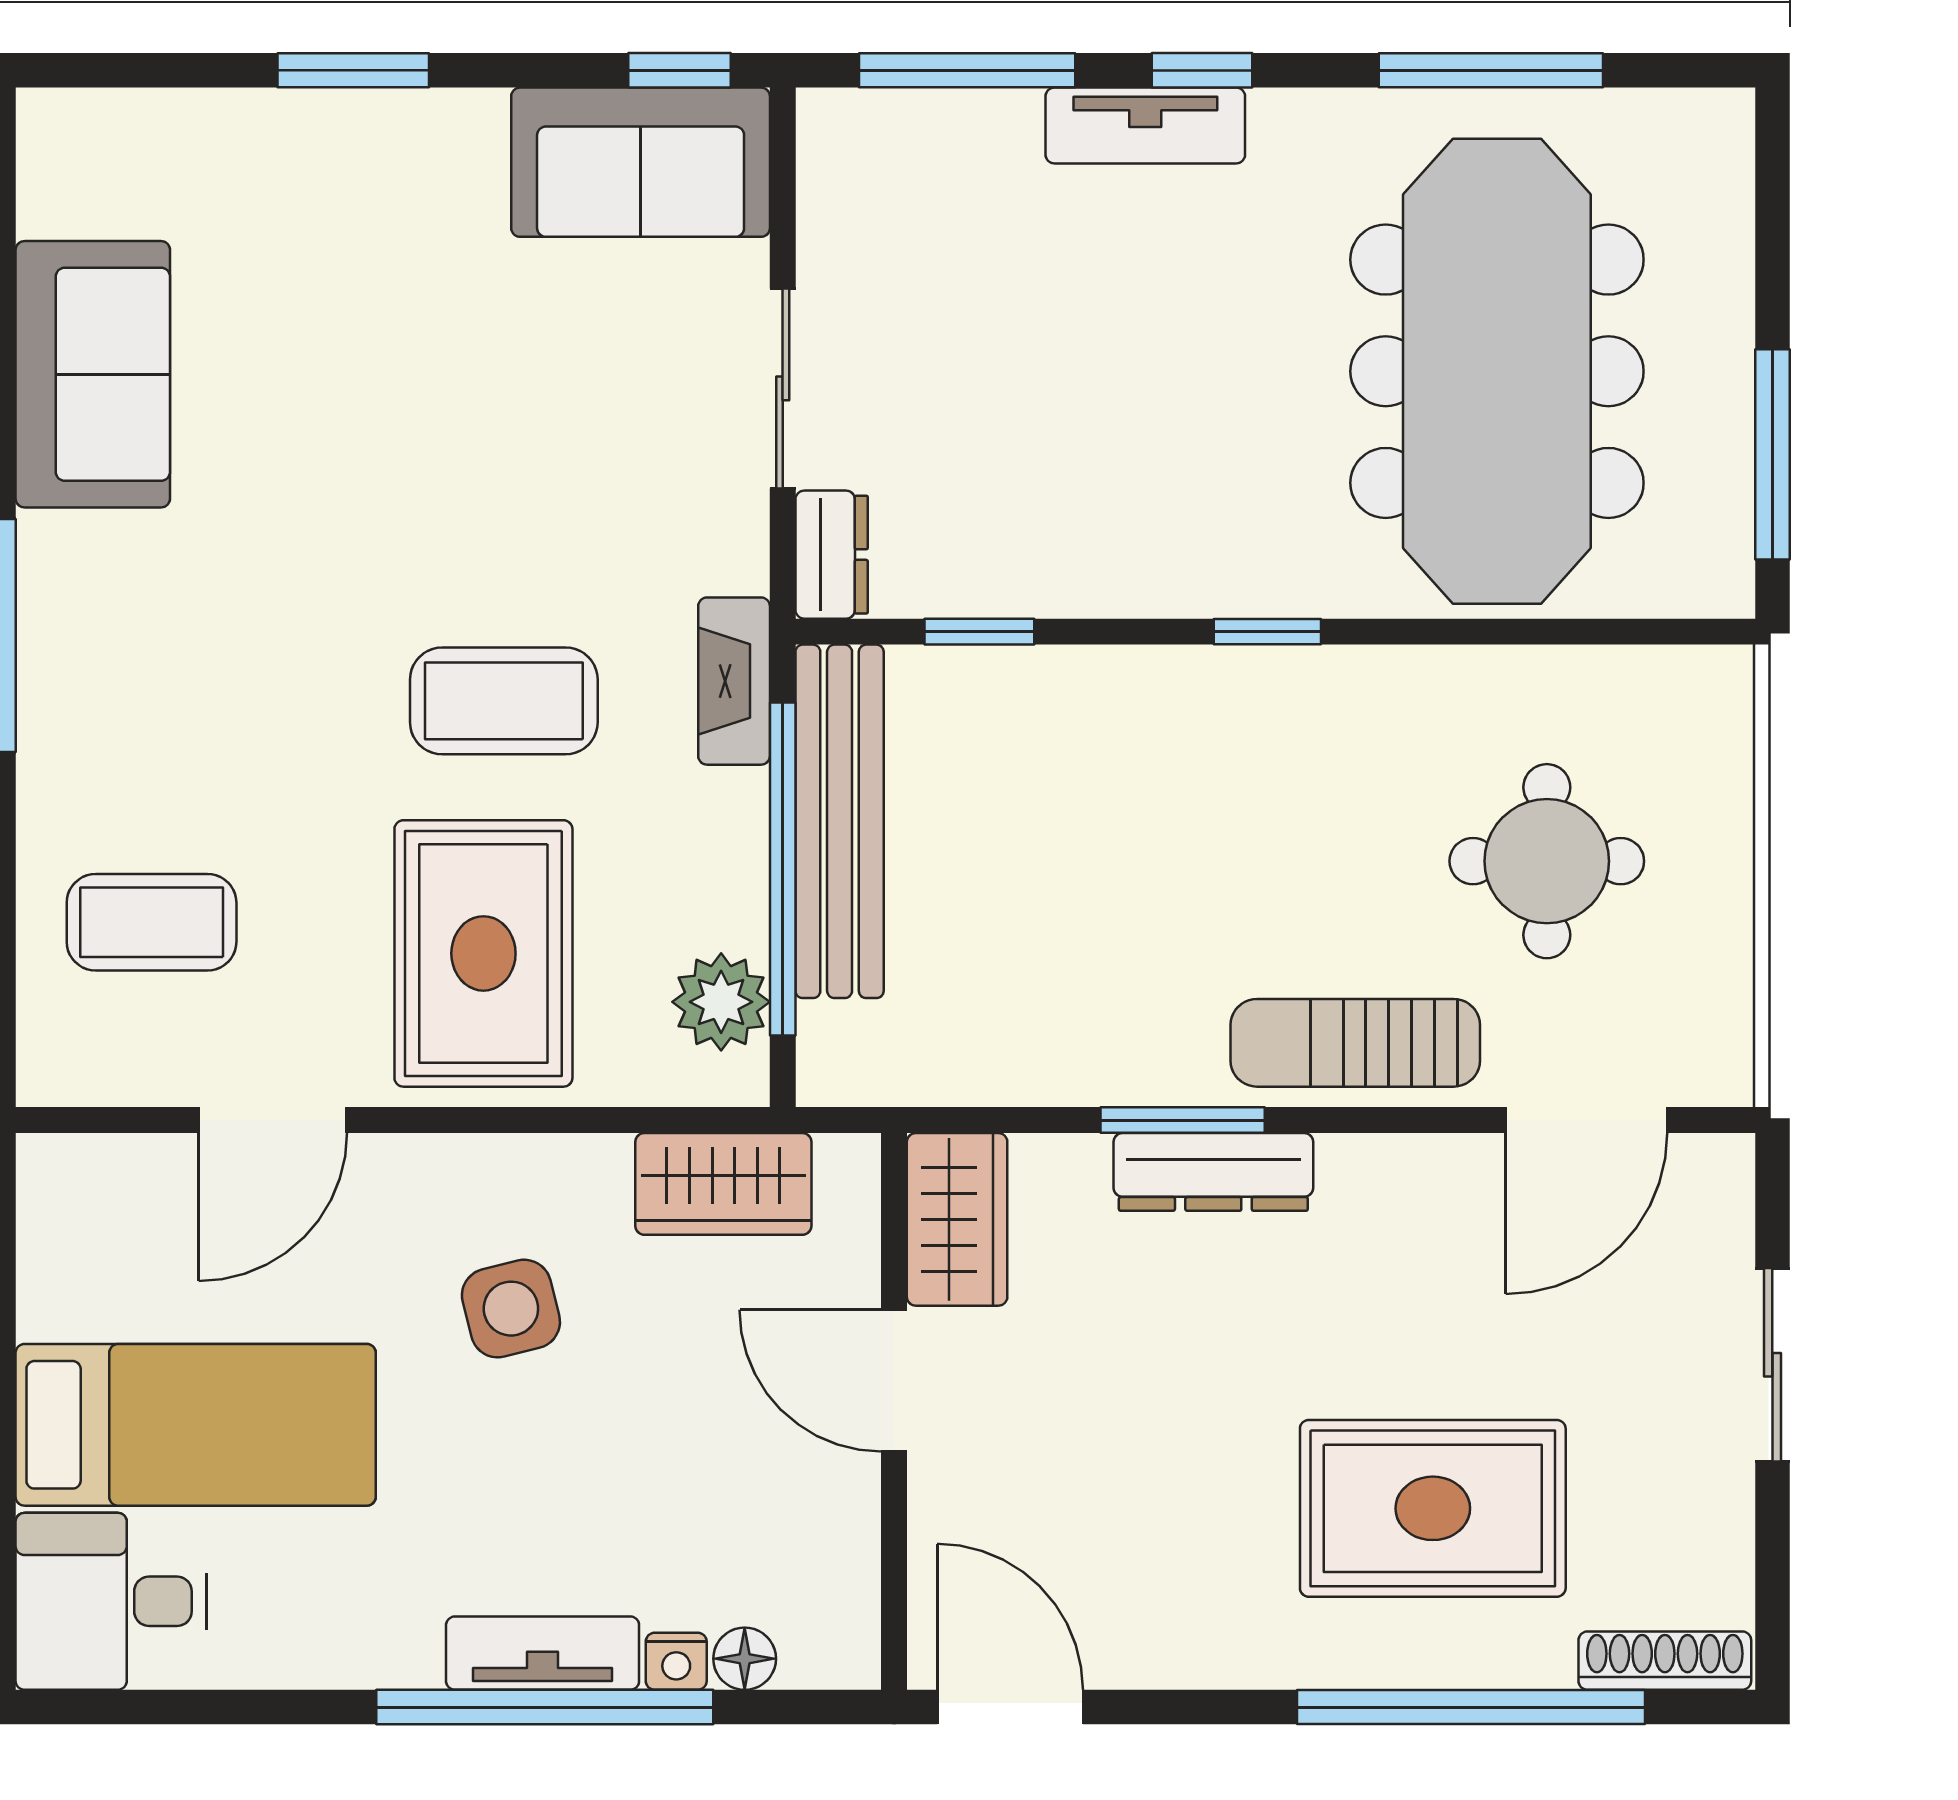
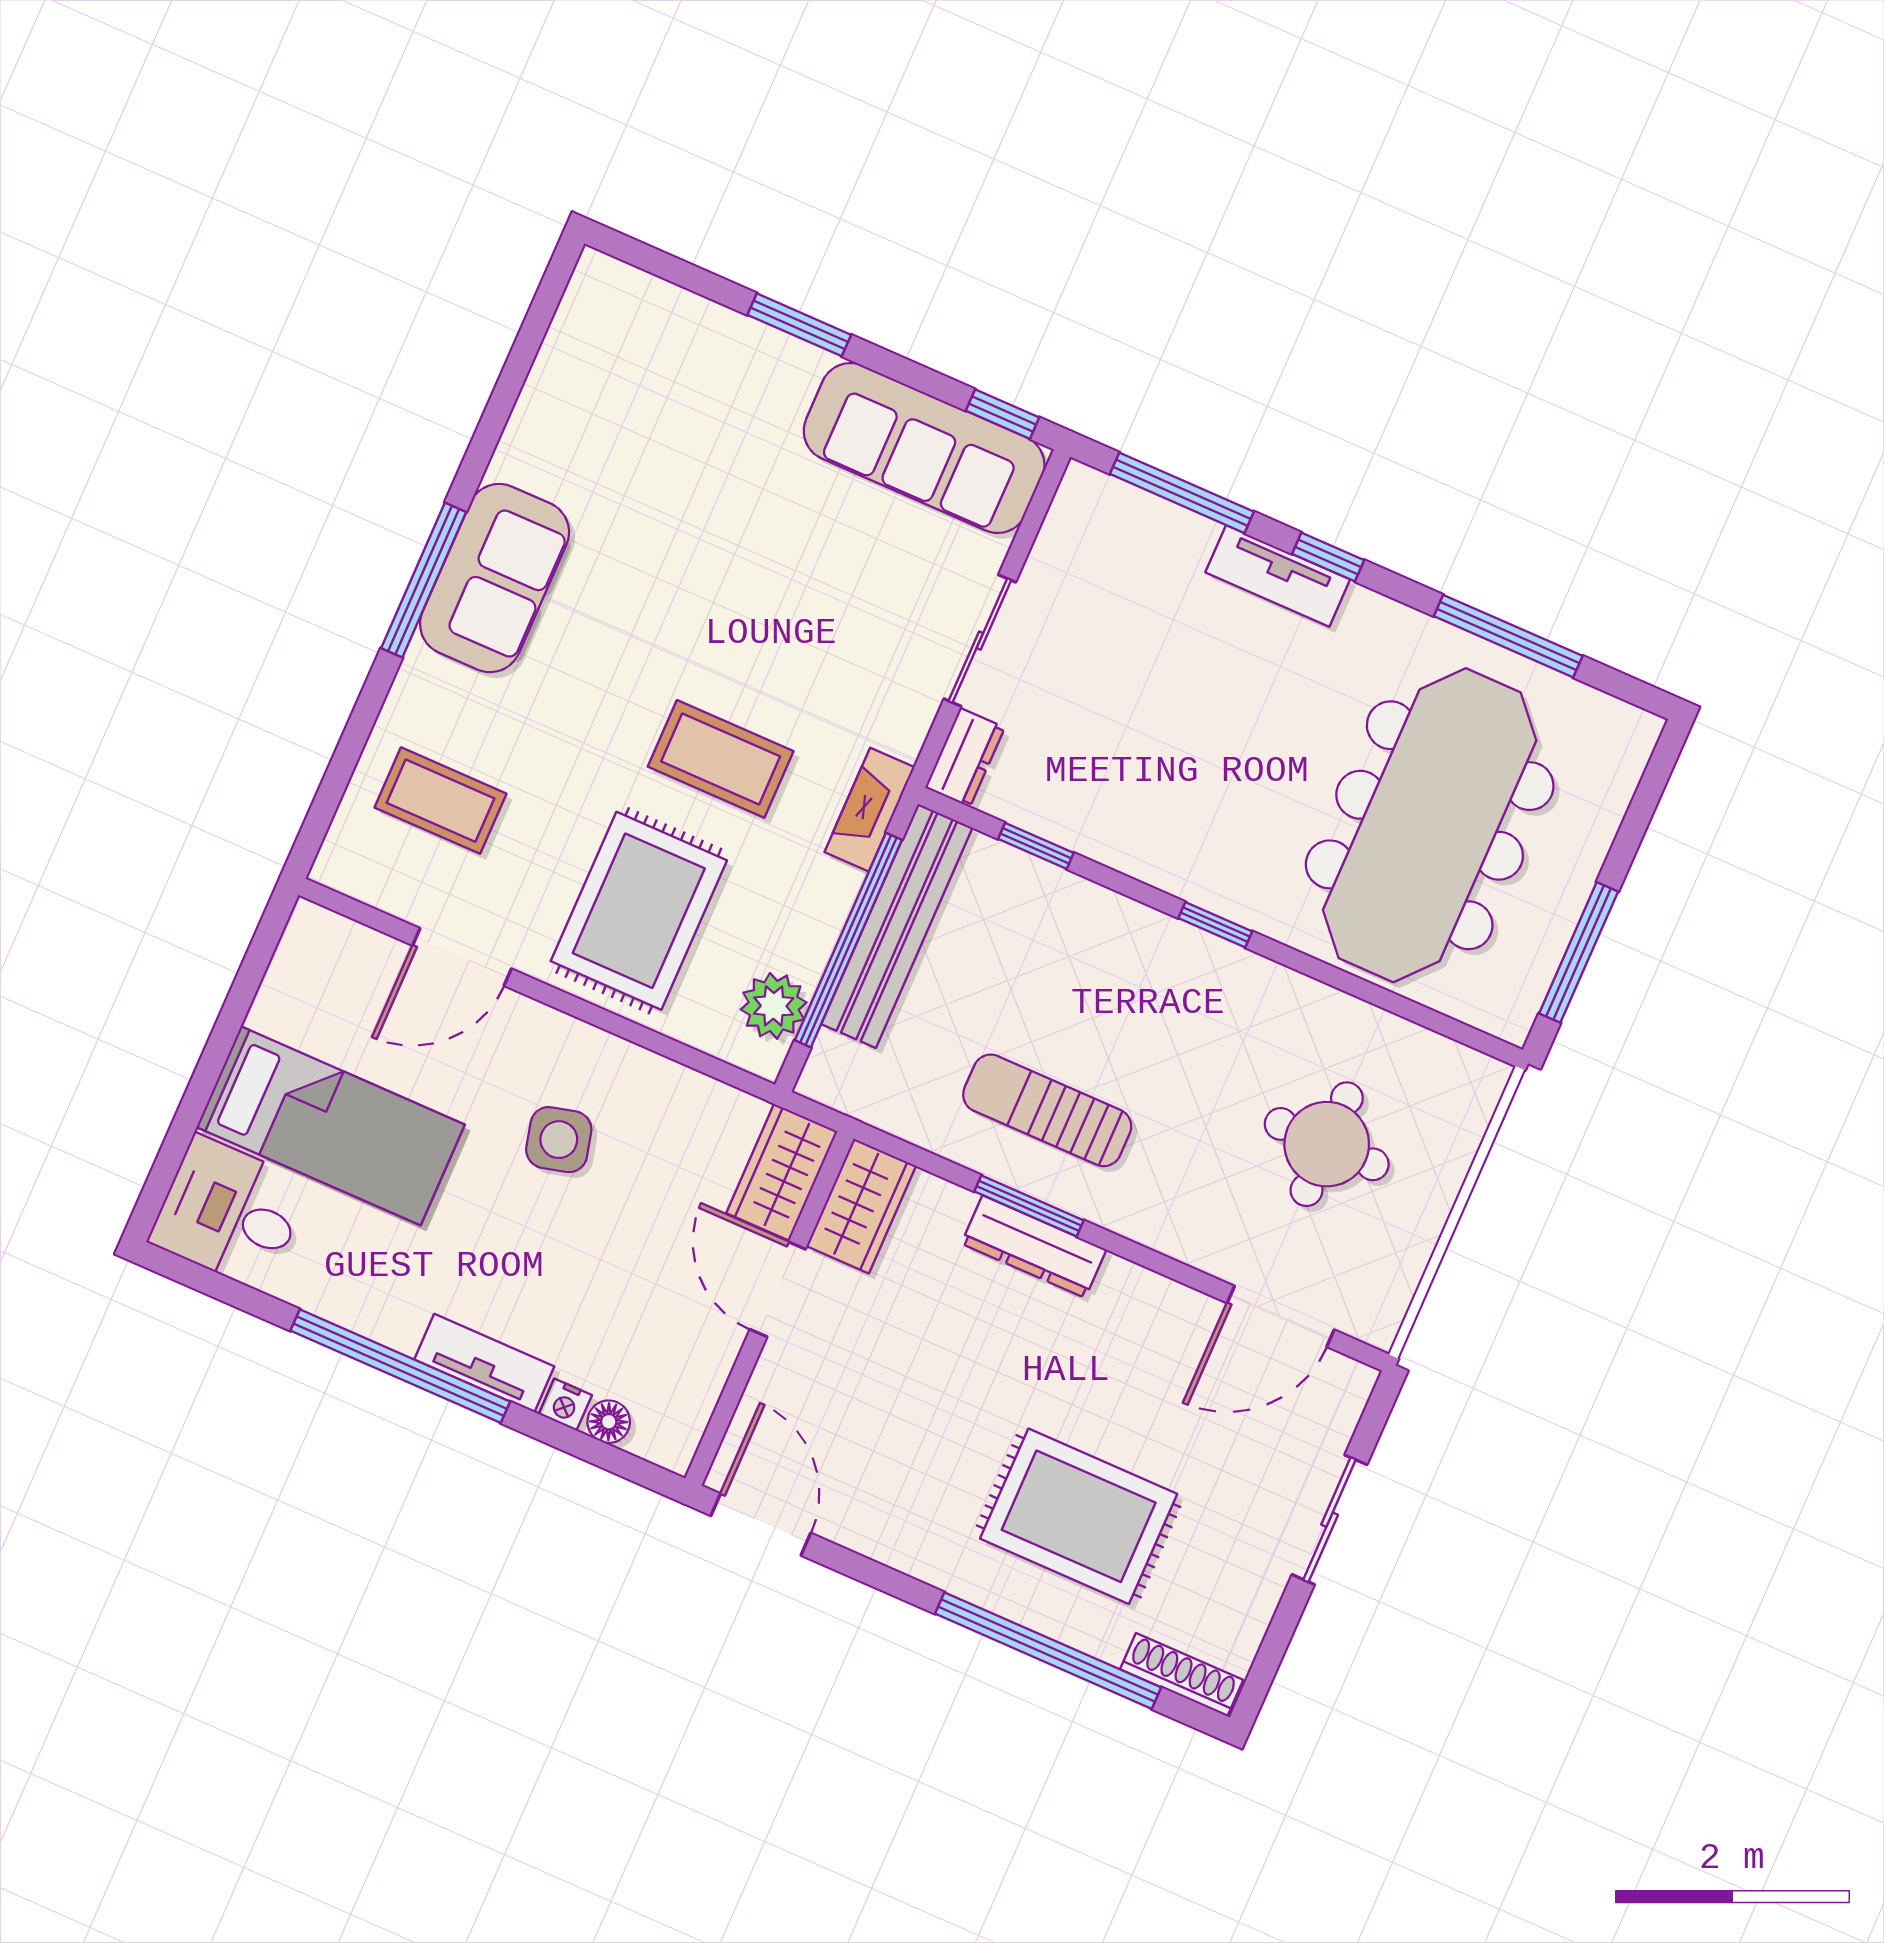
sofa: (641, 162) -> (924, 448), width x1.36
sofa: (93, 374) -> (495, 578), moved
sun lounger: (1355, 1043) -> (1047, 1110), moved
wardrobe: (723, 1184) -> (782, 1172), moved, turned 90
window: (545, 1707) -> (400, 1366), moved

